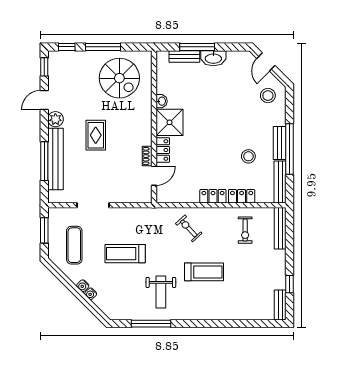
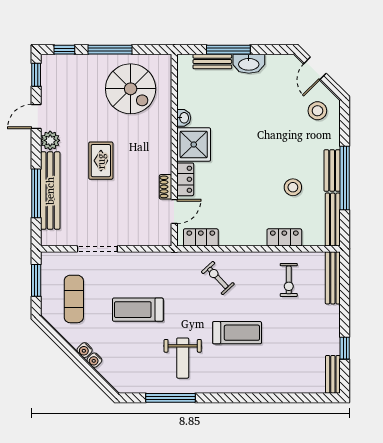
locker: (213, 196) -> (201, 237), moved

